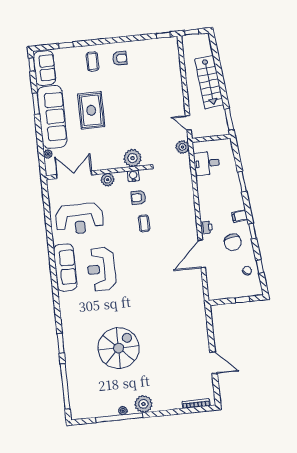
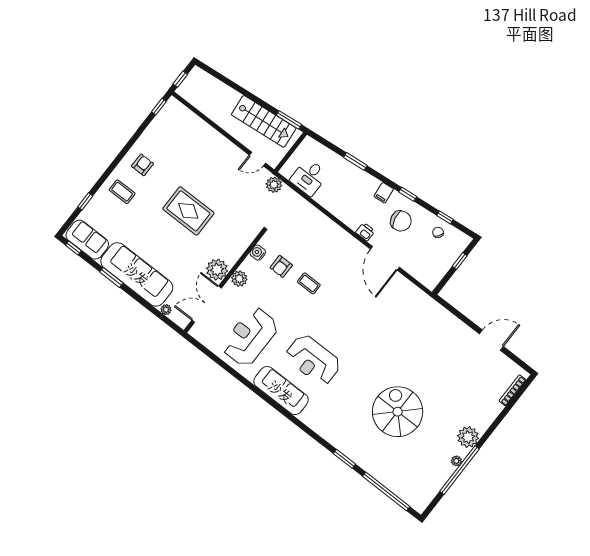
stairs: (209, 82) -> (264, 121), moved
rug: (91, 110) -> (188, 211), moved
plant: (132, 158) -> (217, 270), moved
reception desk: (79, 219) -> (250, 337), turned 180

